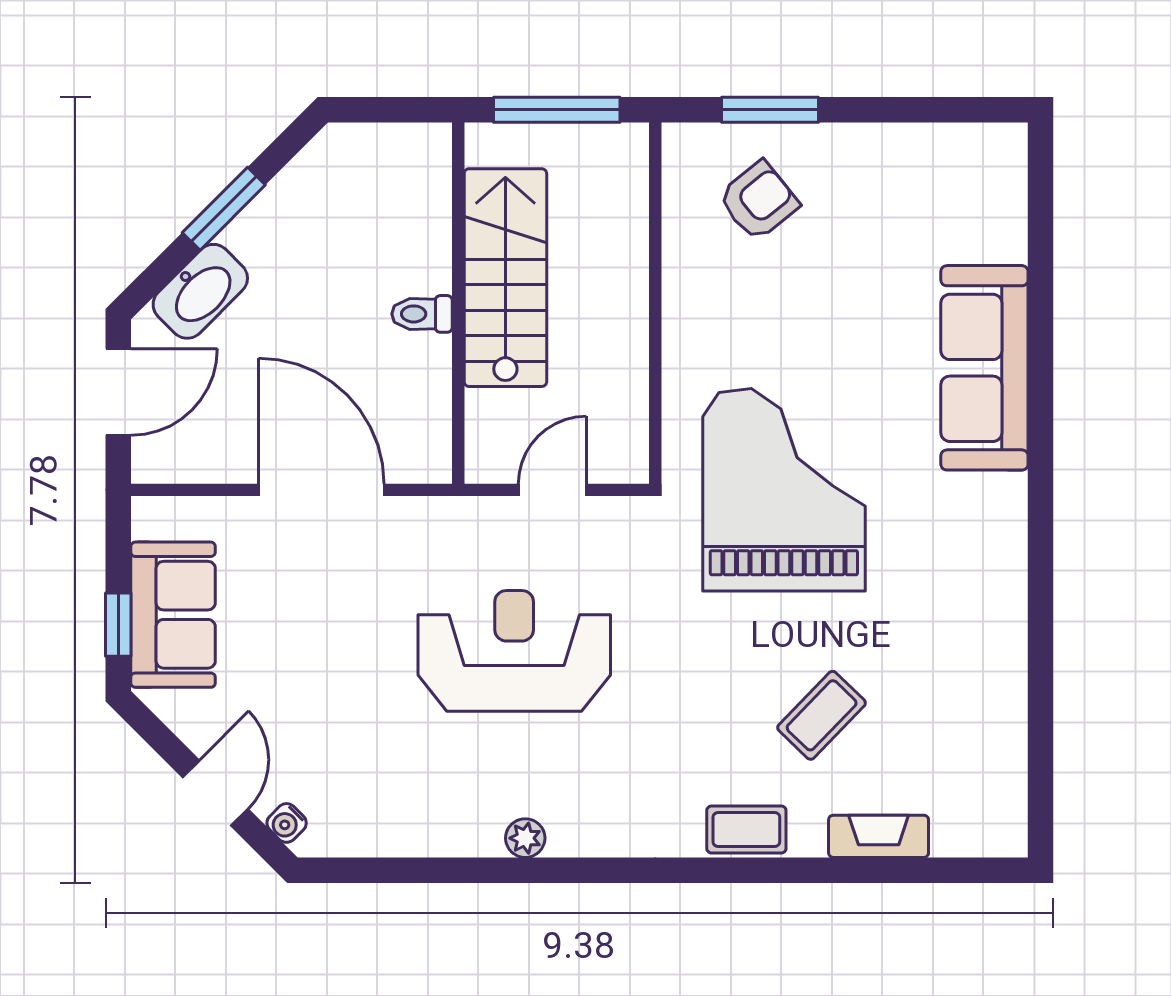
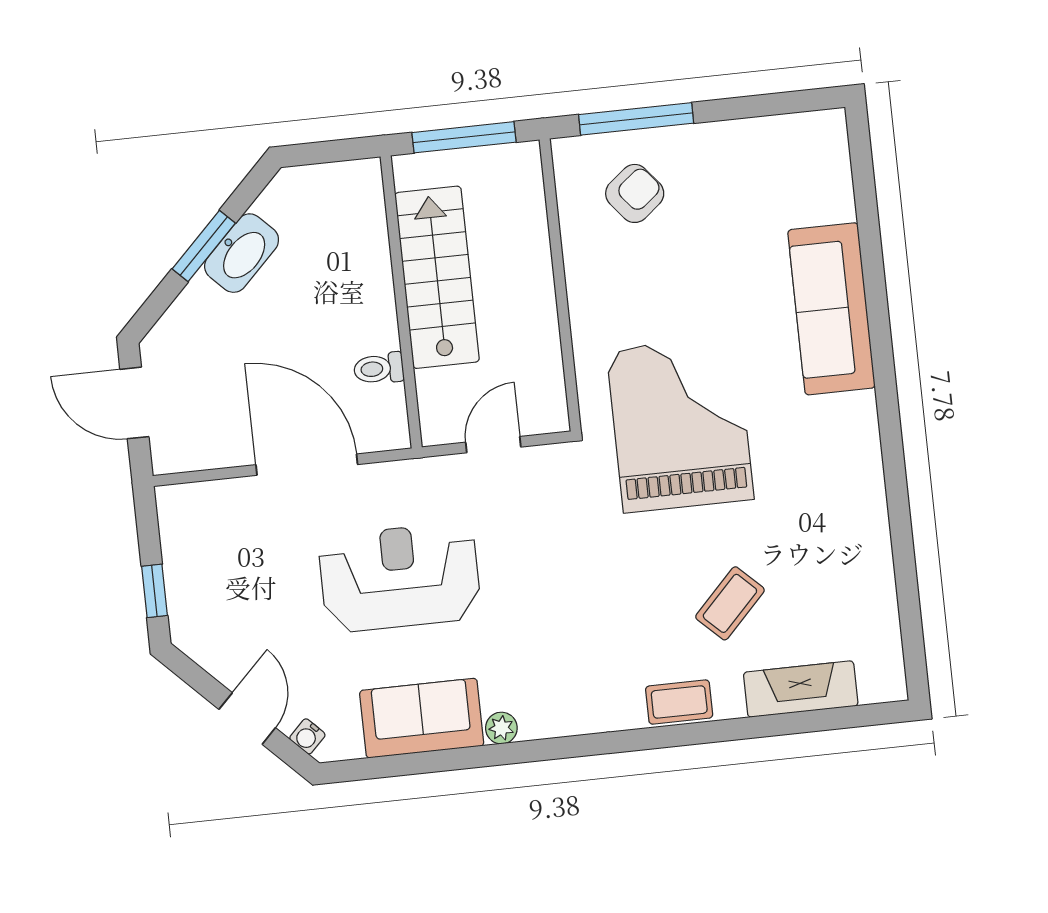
window: (770, 110) -> (636, 119), width x1.44
washbasin: (200, 291) -> (242, 253), moved
toilet: (422, 314) -> (379, 368), moved
door: (118, 392) -> (134, 403), swing flipped
sofa: (173, 615) -> (422, 718), moved, turned -90
reception desk: (514, 651) -> (400, 577), moved
fireplace: (879, 836) -> (801, 689), width x1.37, depth x1.32

